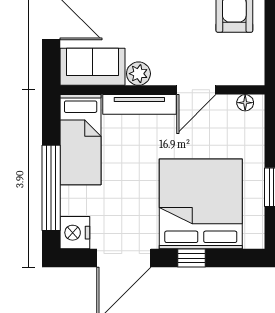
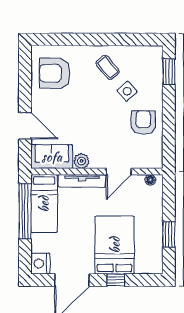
window: (51, 188) -> (25, 211), moved
bed: (201, 204) -> (115, 245), width x0.73

